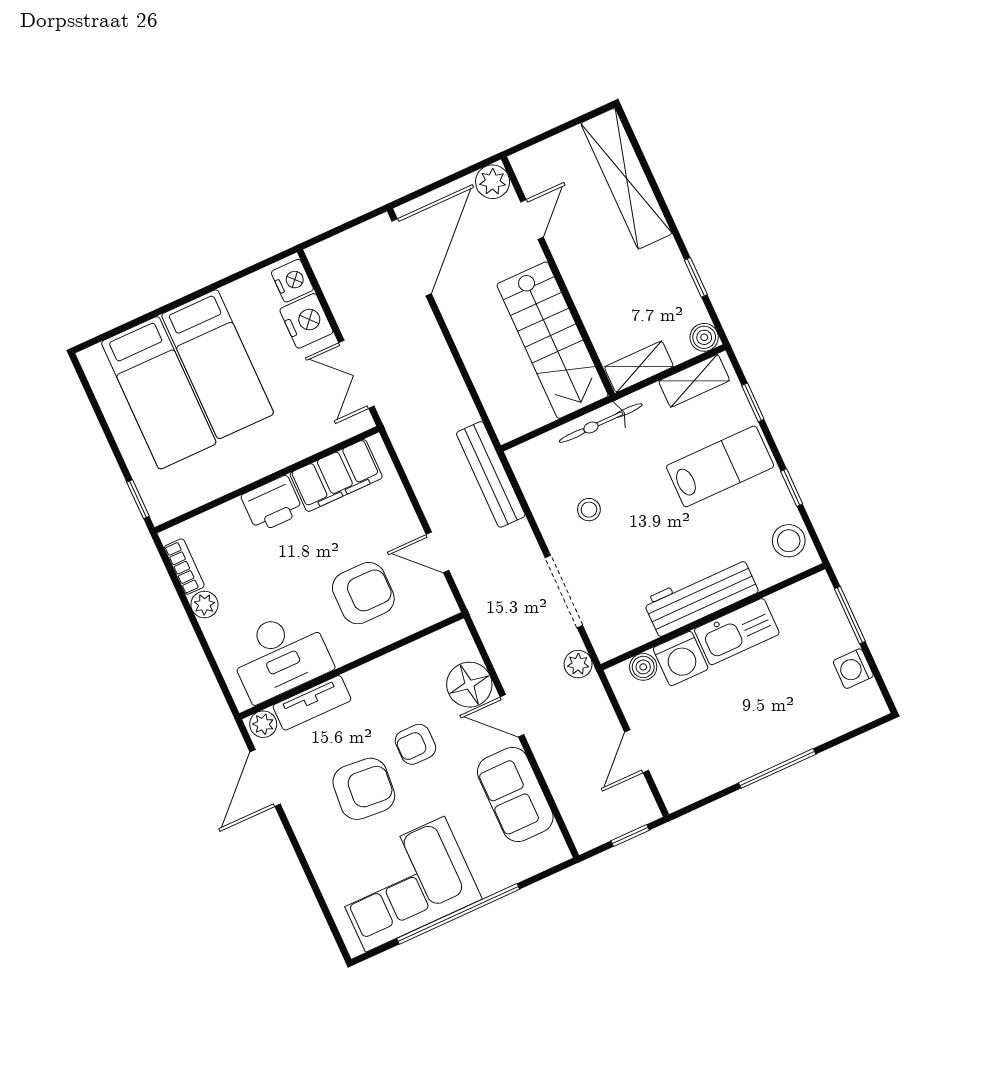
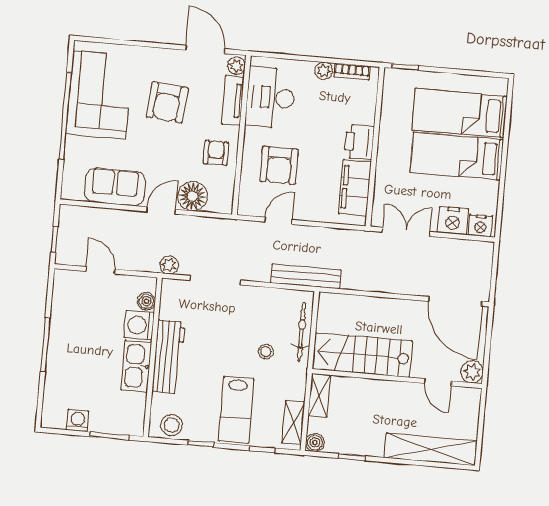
bicycle: (601, 423) -> (302, 332), moved
stool: (589, 510) -> (266, 352), moved
armchair: (415, 744) -> (216, 153), moved

